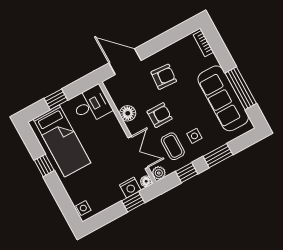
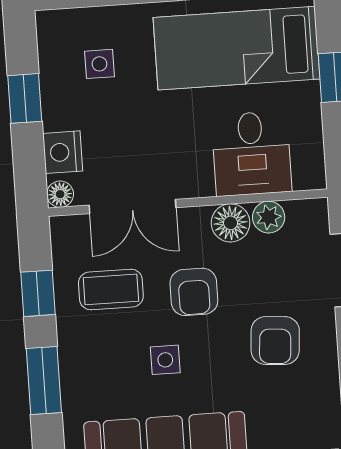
desk: (92, 105) -> (252, 153), moved
side table: (194, 136) -> (165, 360), moved
plant: (159, 173) -> (269, 217), moved
window: (133, 202) -> (25, 98), moved
side table: (83, 208) -> (99, 64), moved

